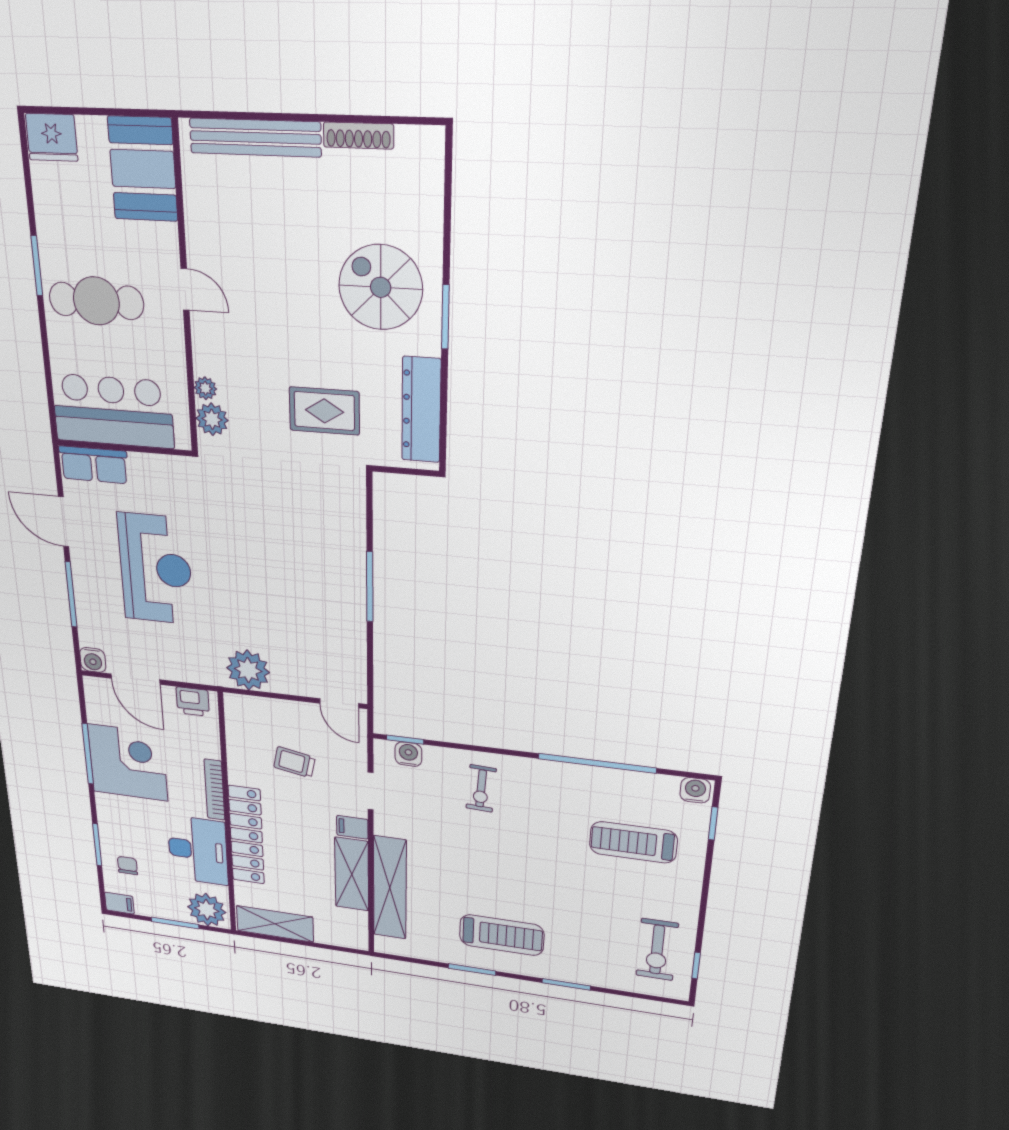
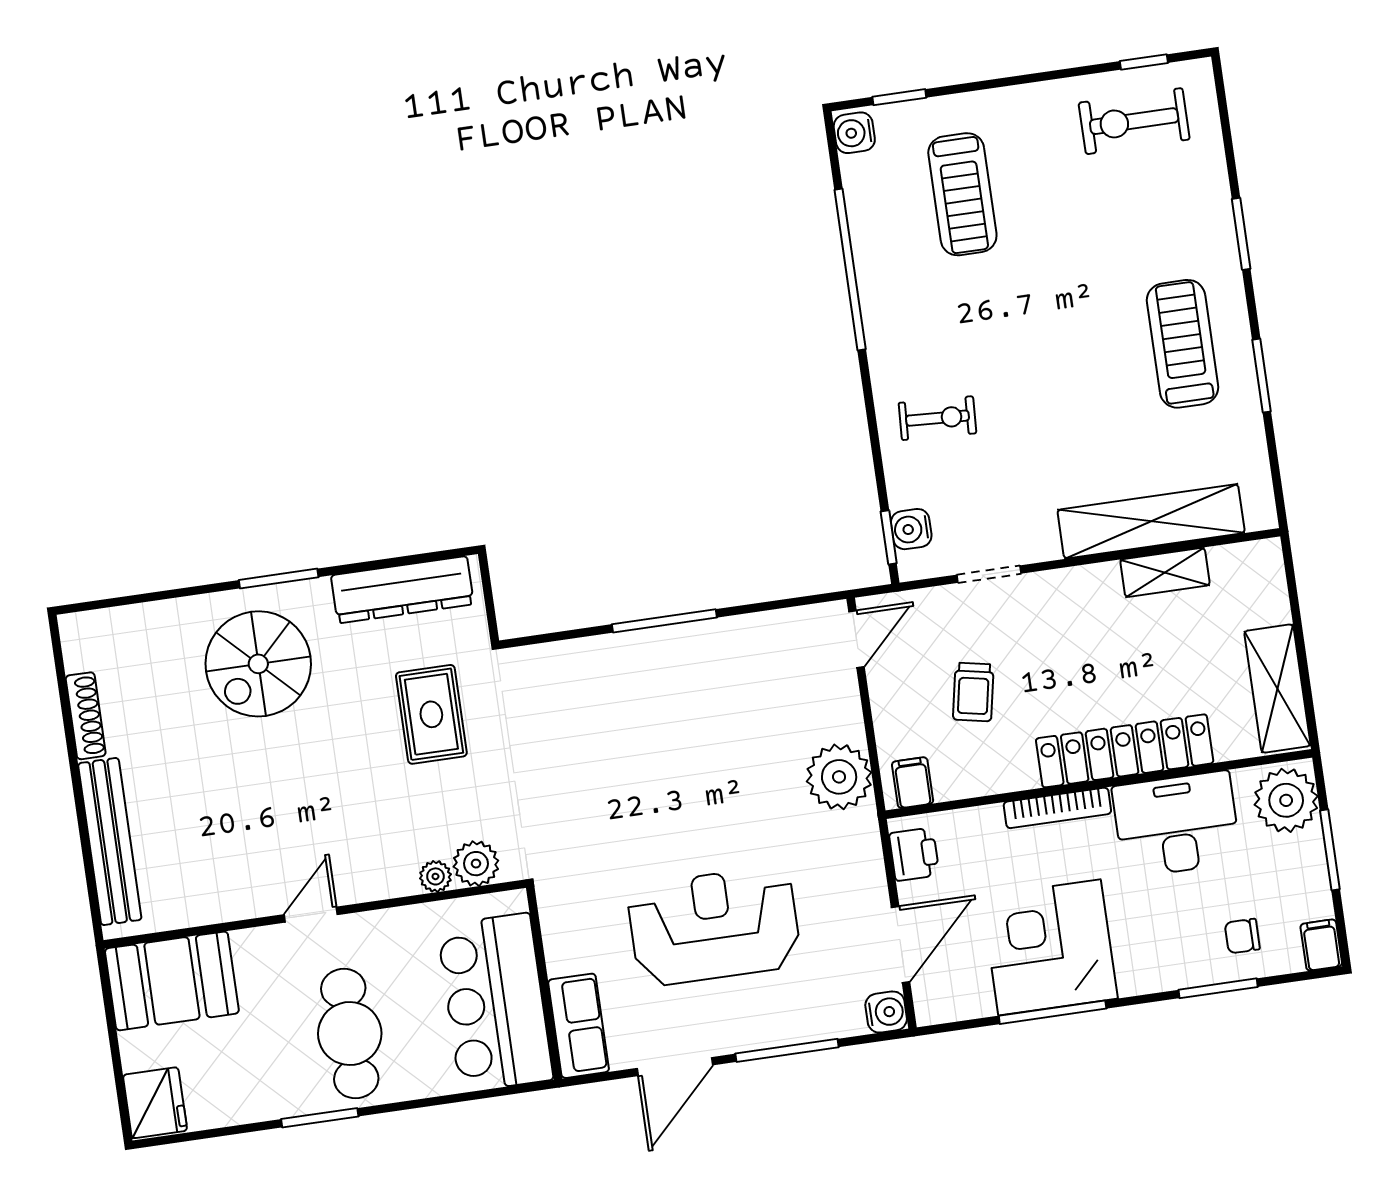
filing cabinet: (352, 827) -> (913, 783), moved, turned 180
shelving: (352, 874) -> (1165, 572), width x0.67, depth x0.75
exercise bike: (657, 950) -> (1134, 121), turned 180

